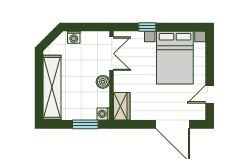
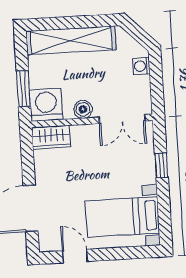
bed with nightstands: (175, 58) -> (122, 217), width x0.73
washing machine: (103, 114) -> (46, 105), width x1.89, depth x1.89

